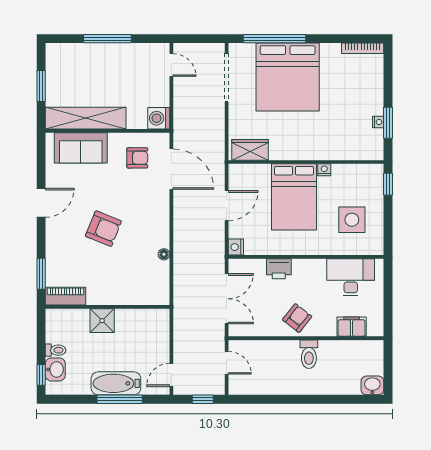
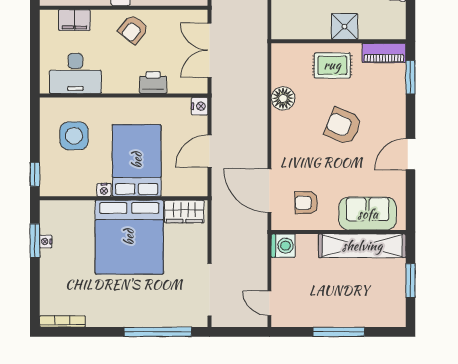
bed: (288, 77) -> (129, 237), moved, turned 180
floor lamp: (164, 254) -> (283, 98), width x1.89, depth x1.89
rug: (113, 285) -> (332, 65), added

